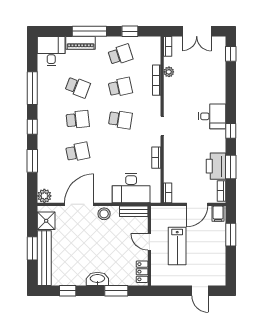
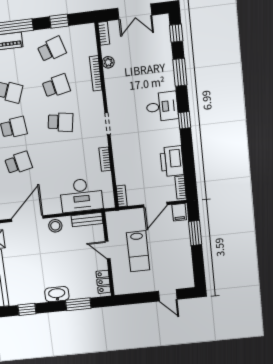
window: (231, 167) -> (180, 72), moved

